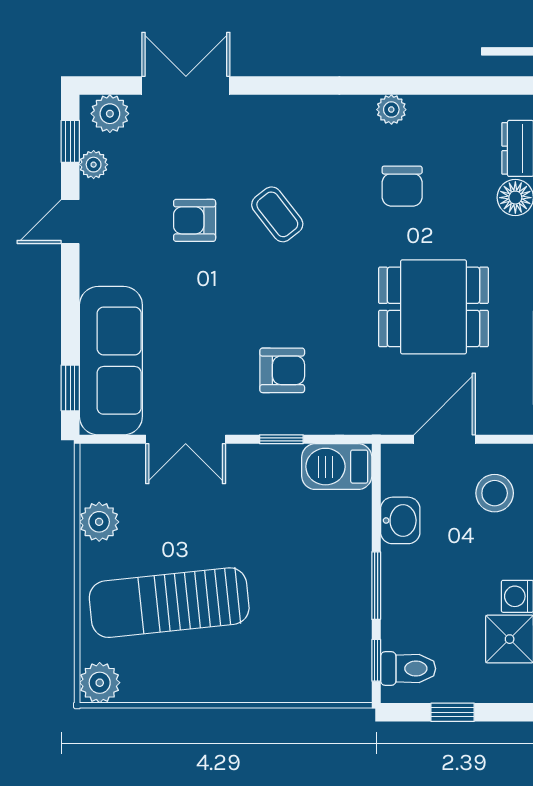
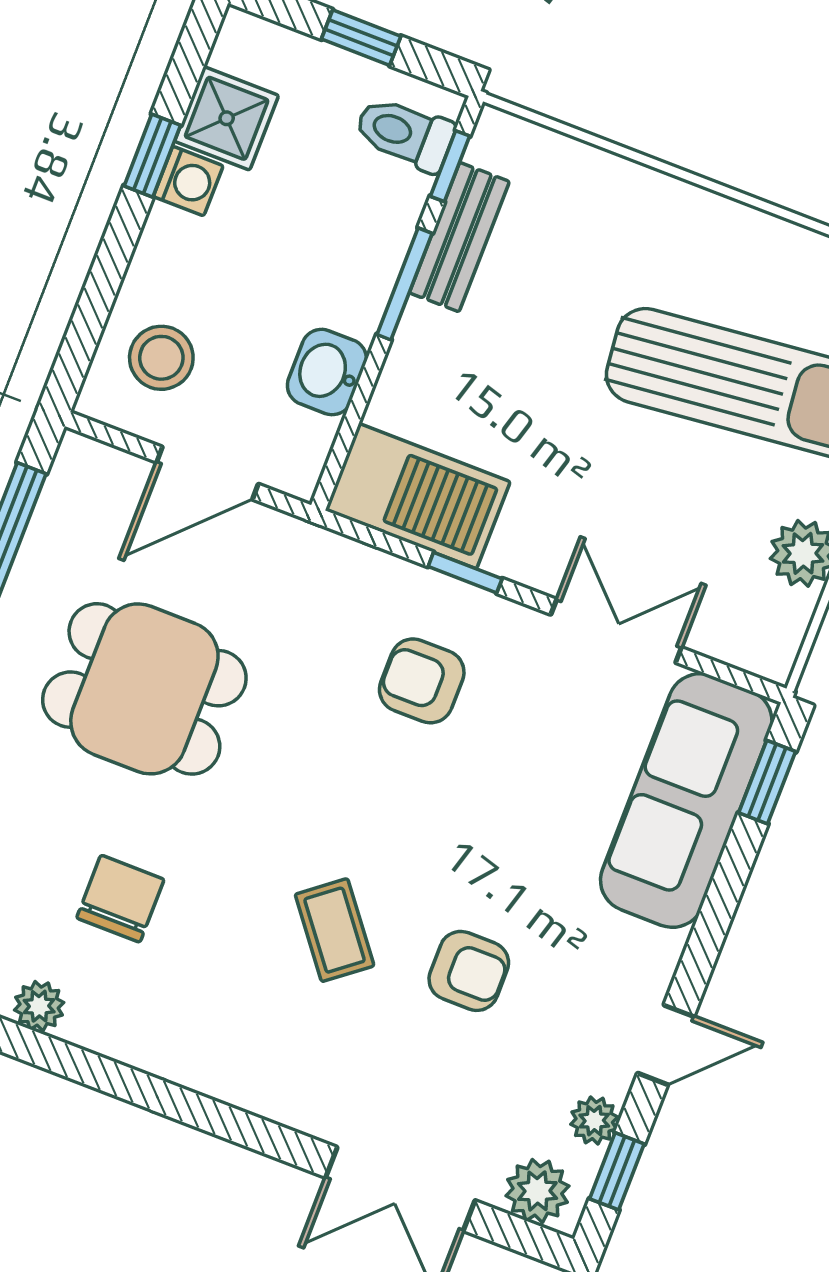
plant: (391, 110) -> (39, 1006), moved
barbecue: (337, 467) -> (418, 496), width x1.37, depth x1.21
bench: (356, 623) -> (459, 237), added

